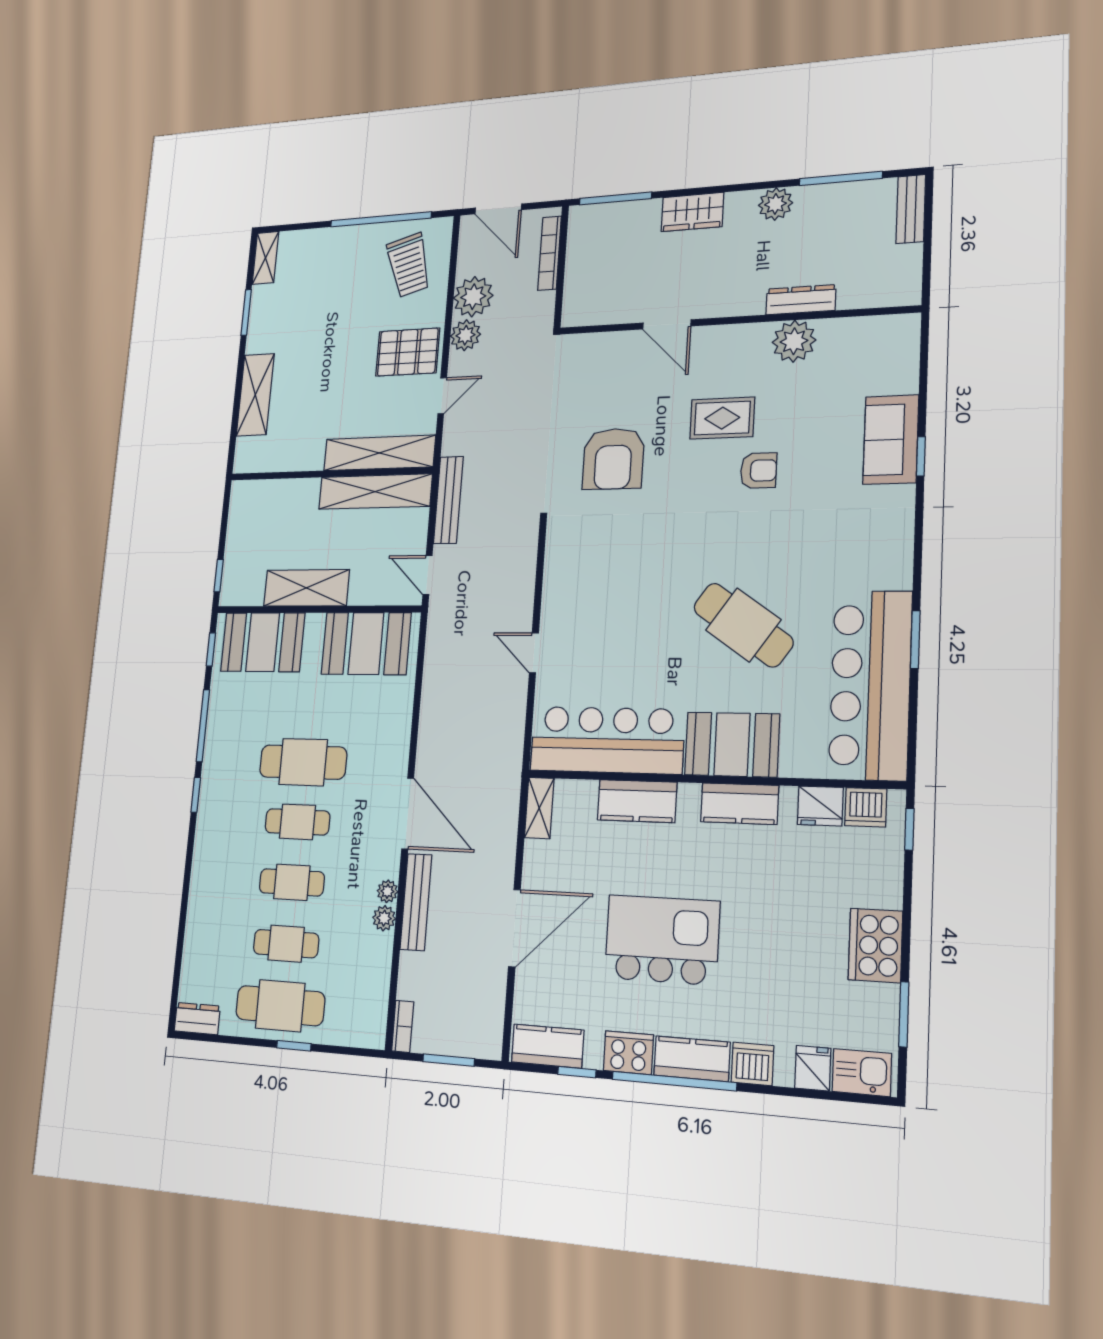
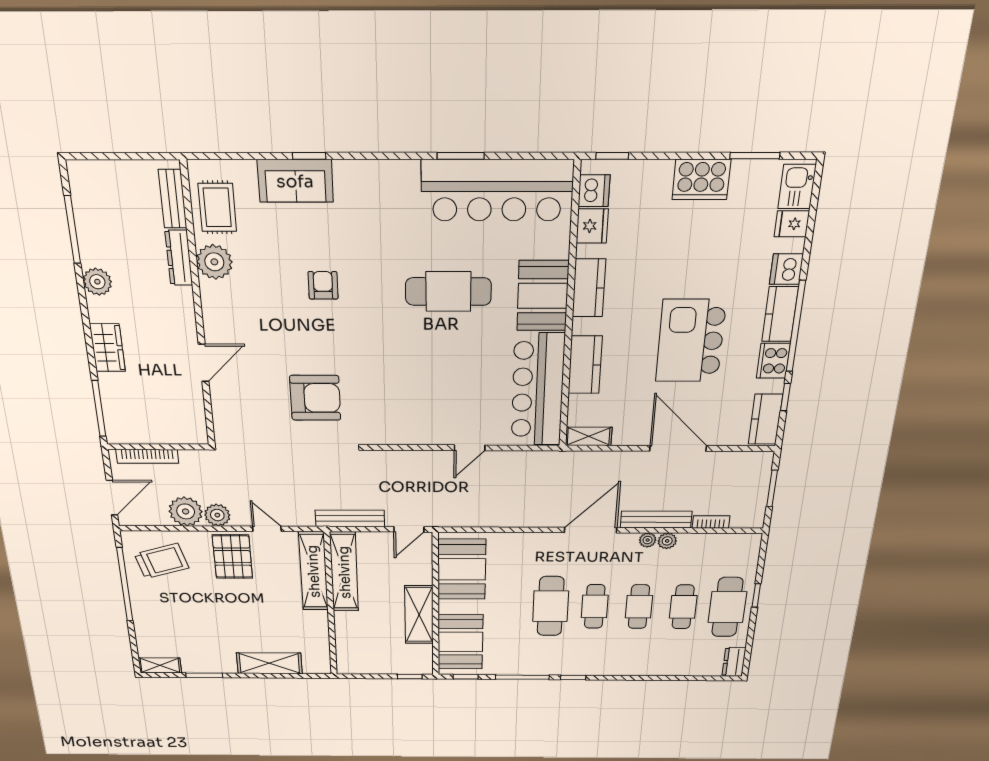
bench: (911, 209) -> (173, 199), moved, turned 90
rug: (722, 418) -> (217, 207), moved
cafe table: (743, 625) -> (448, 292), turned 55
bookcase: (403, 1026) -> (711, 522), moved

